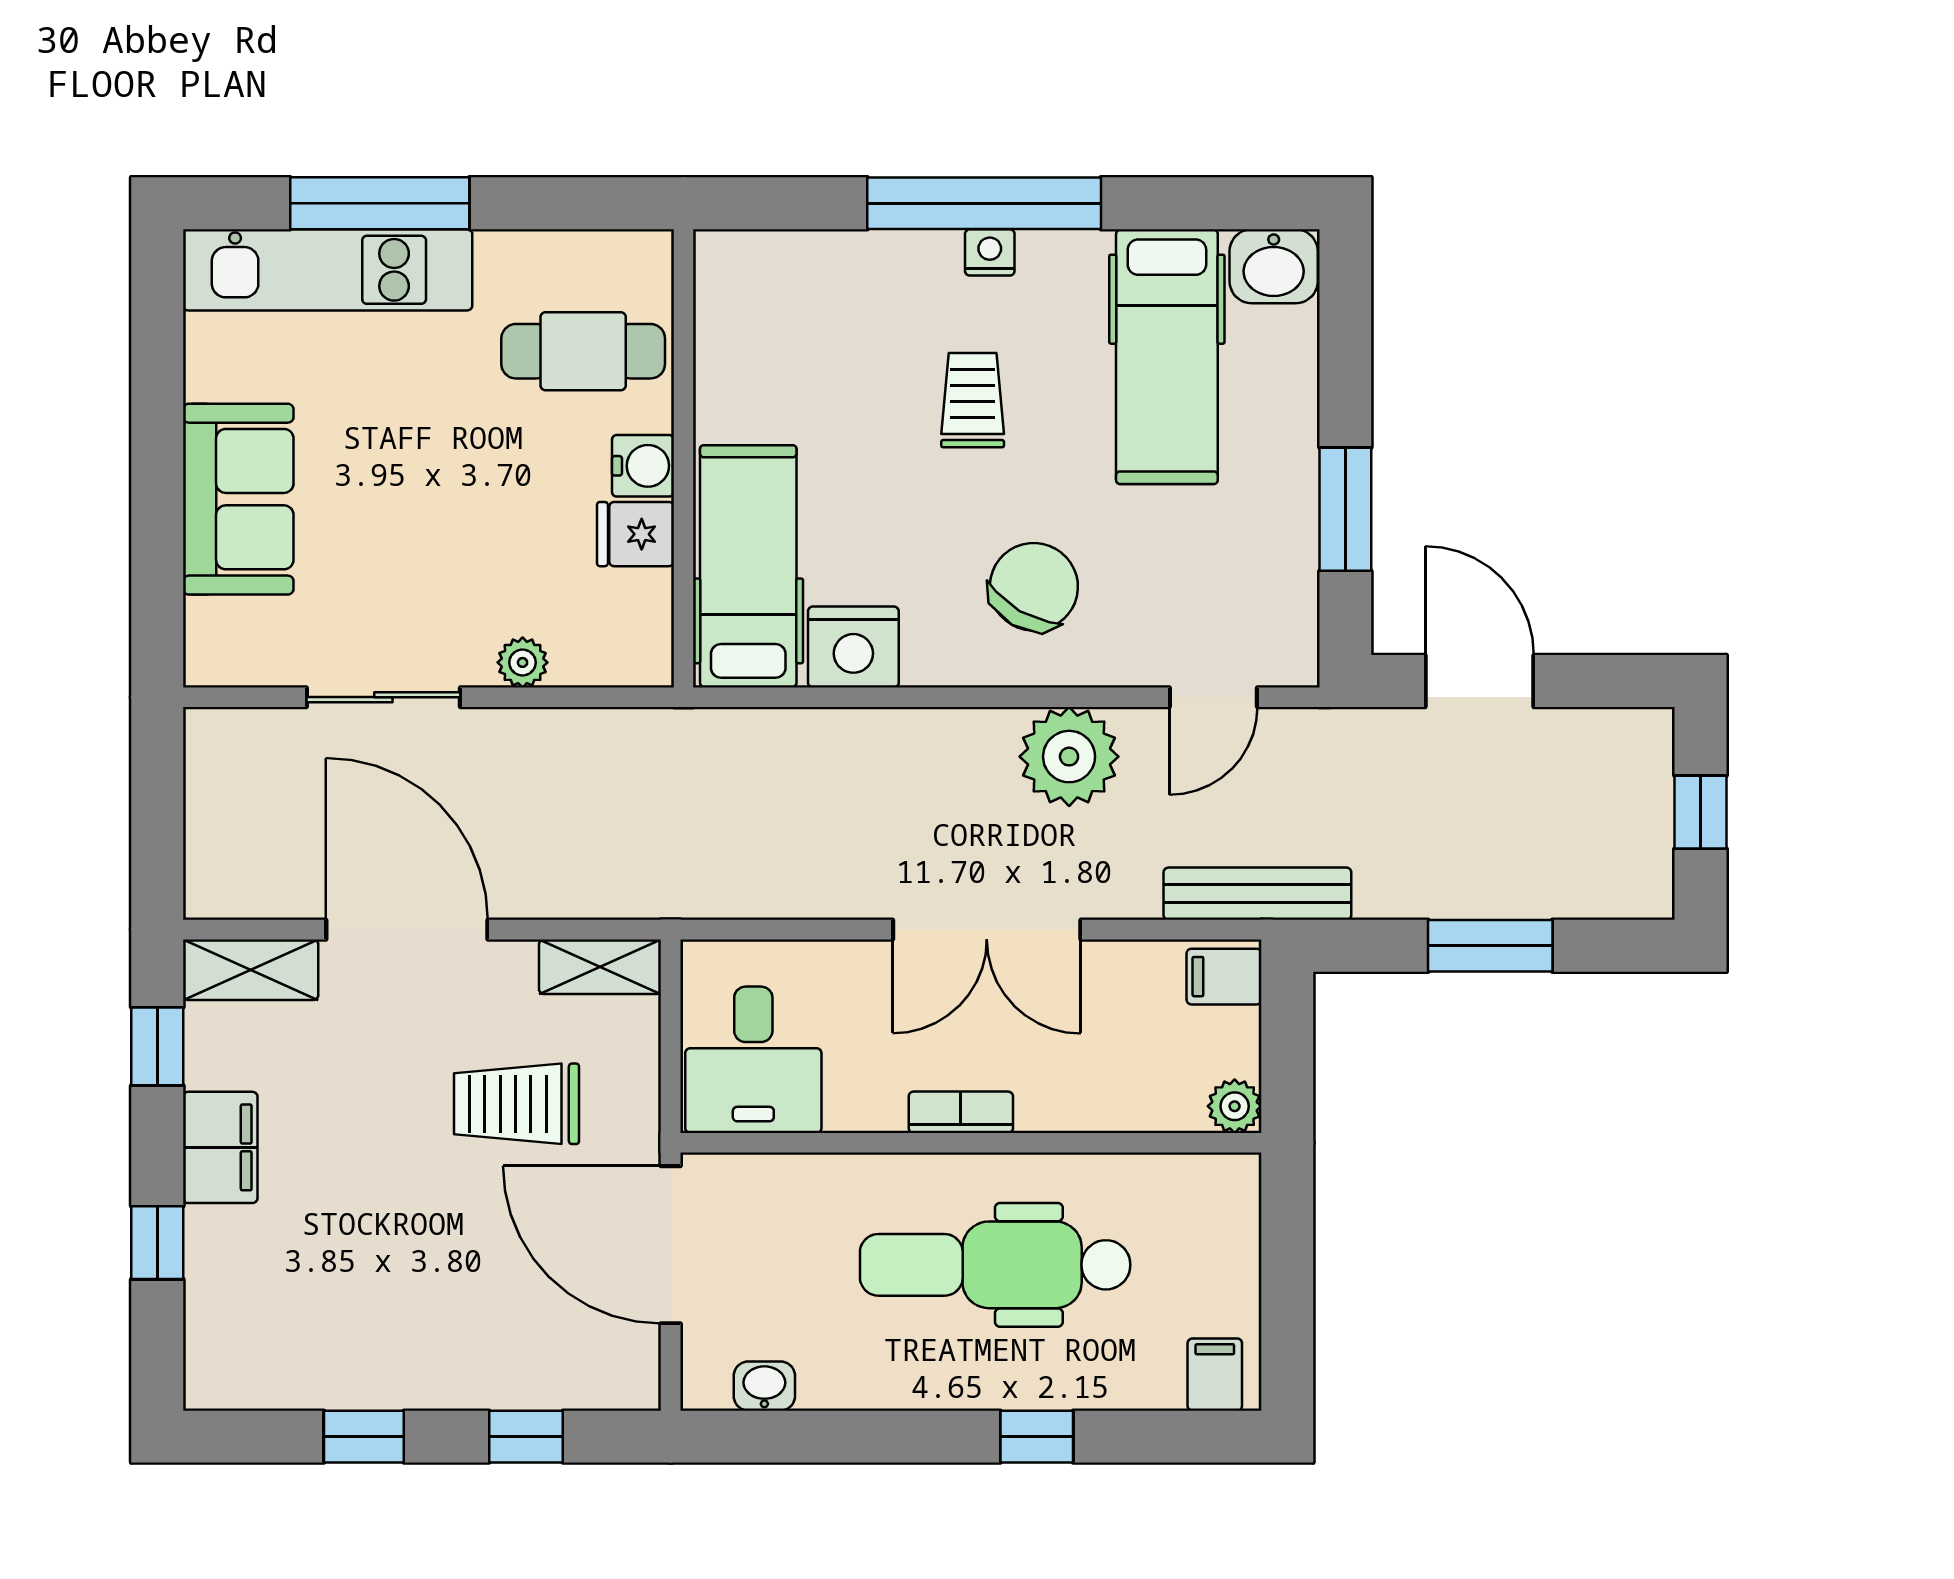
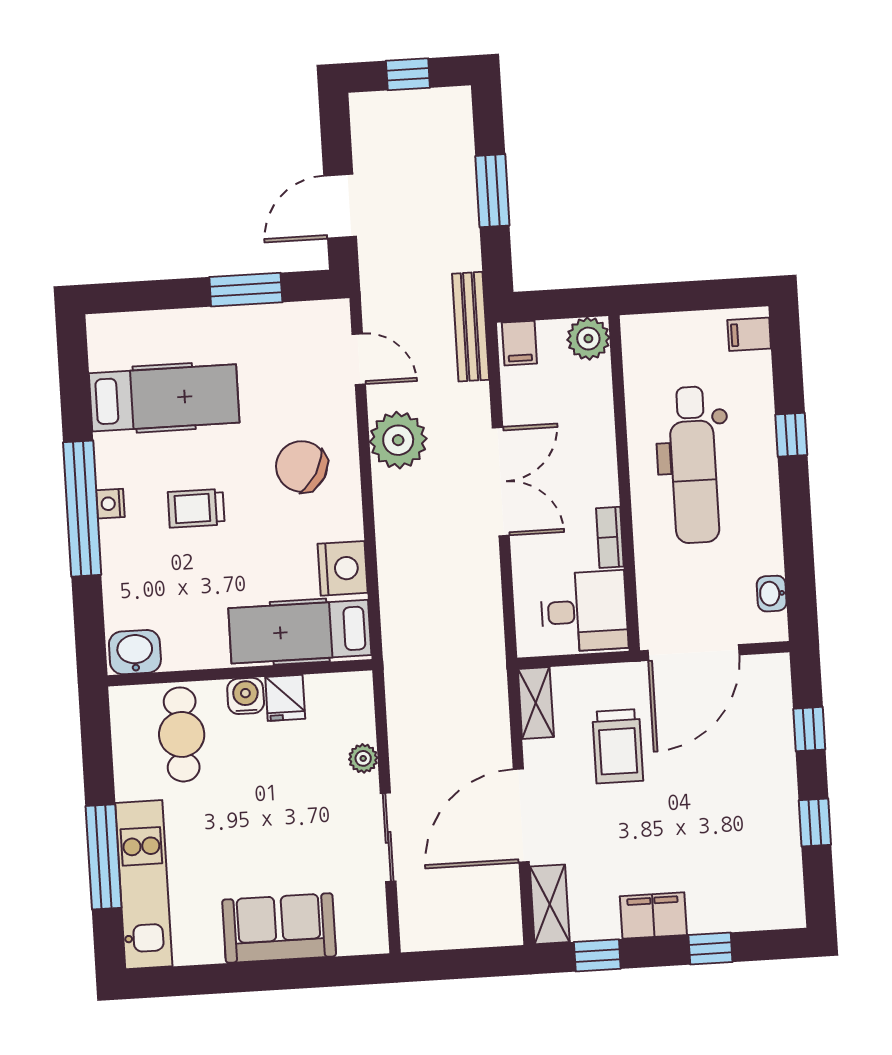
washbasin: (1274, 266) -> (135, 652), moved, turned -90
plant: (1235, 1106) -> (588, 339), width x1.38, depth x1.38
bookcase: (961, 1112) -> (610, 537), moved

